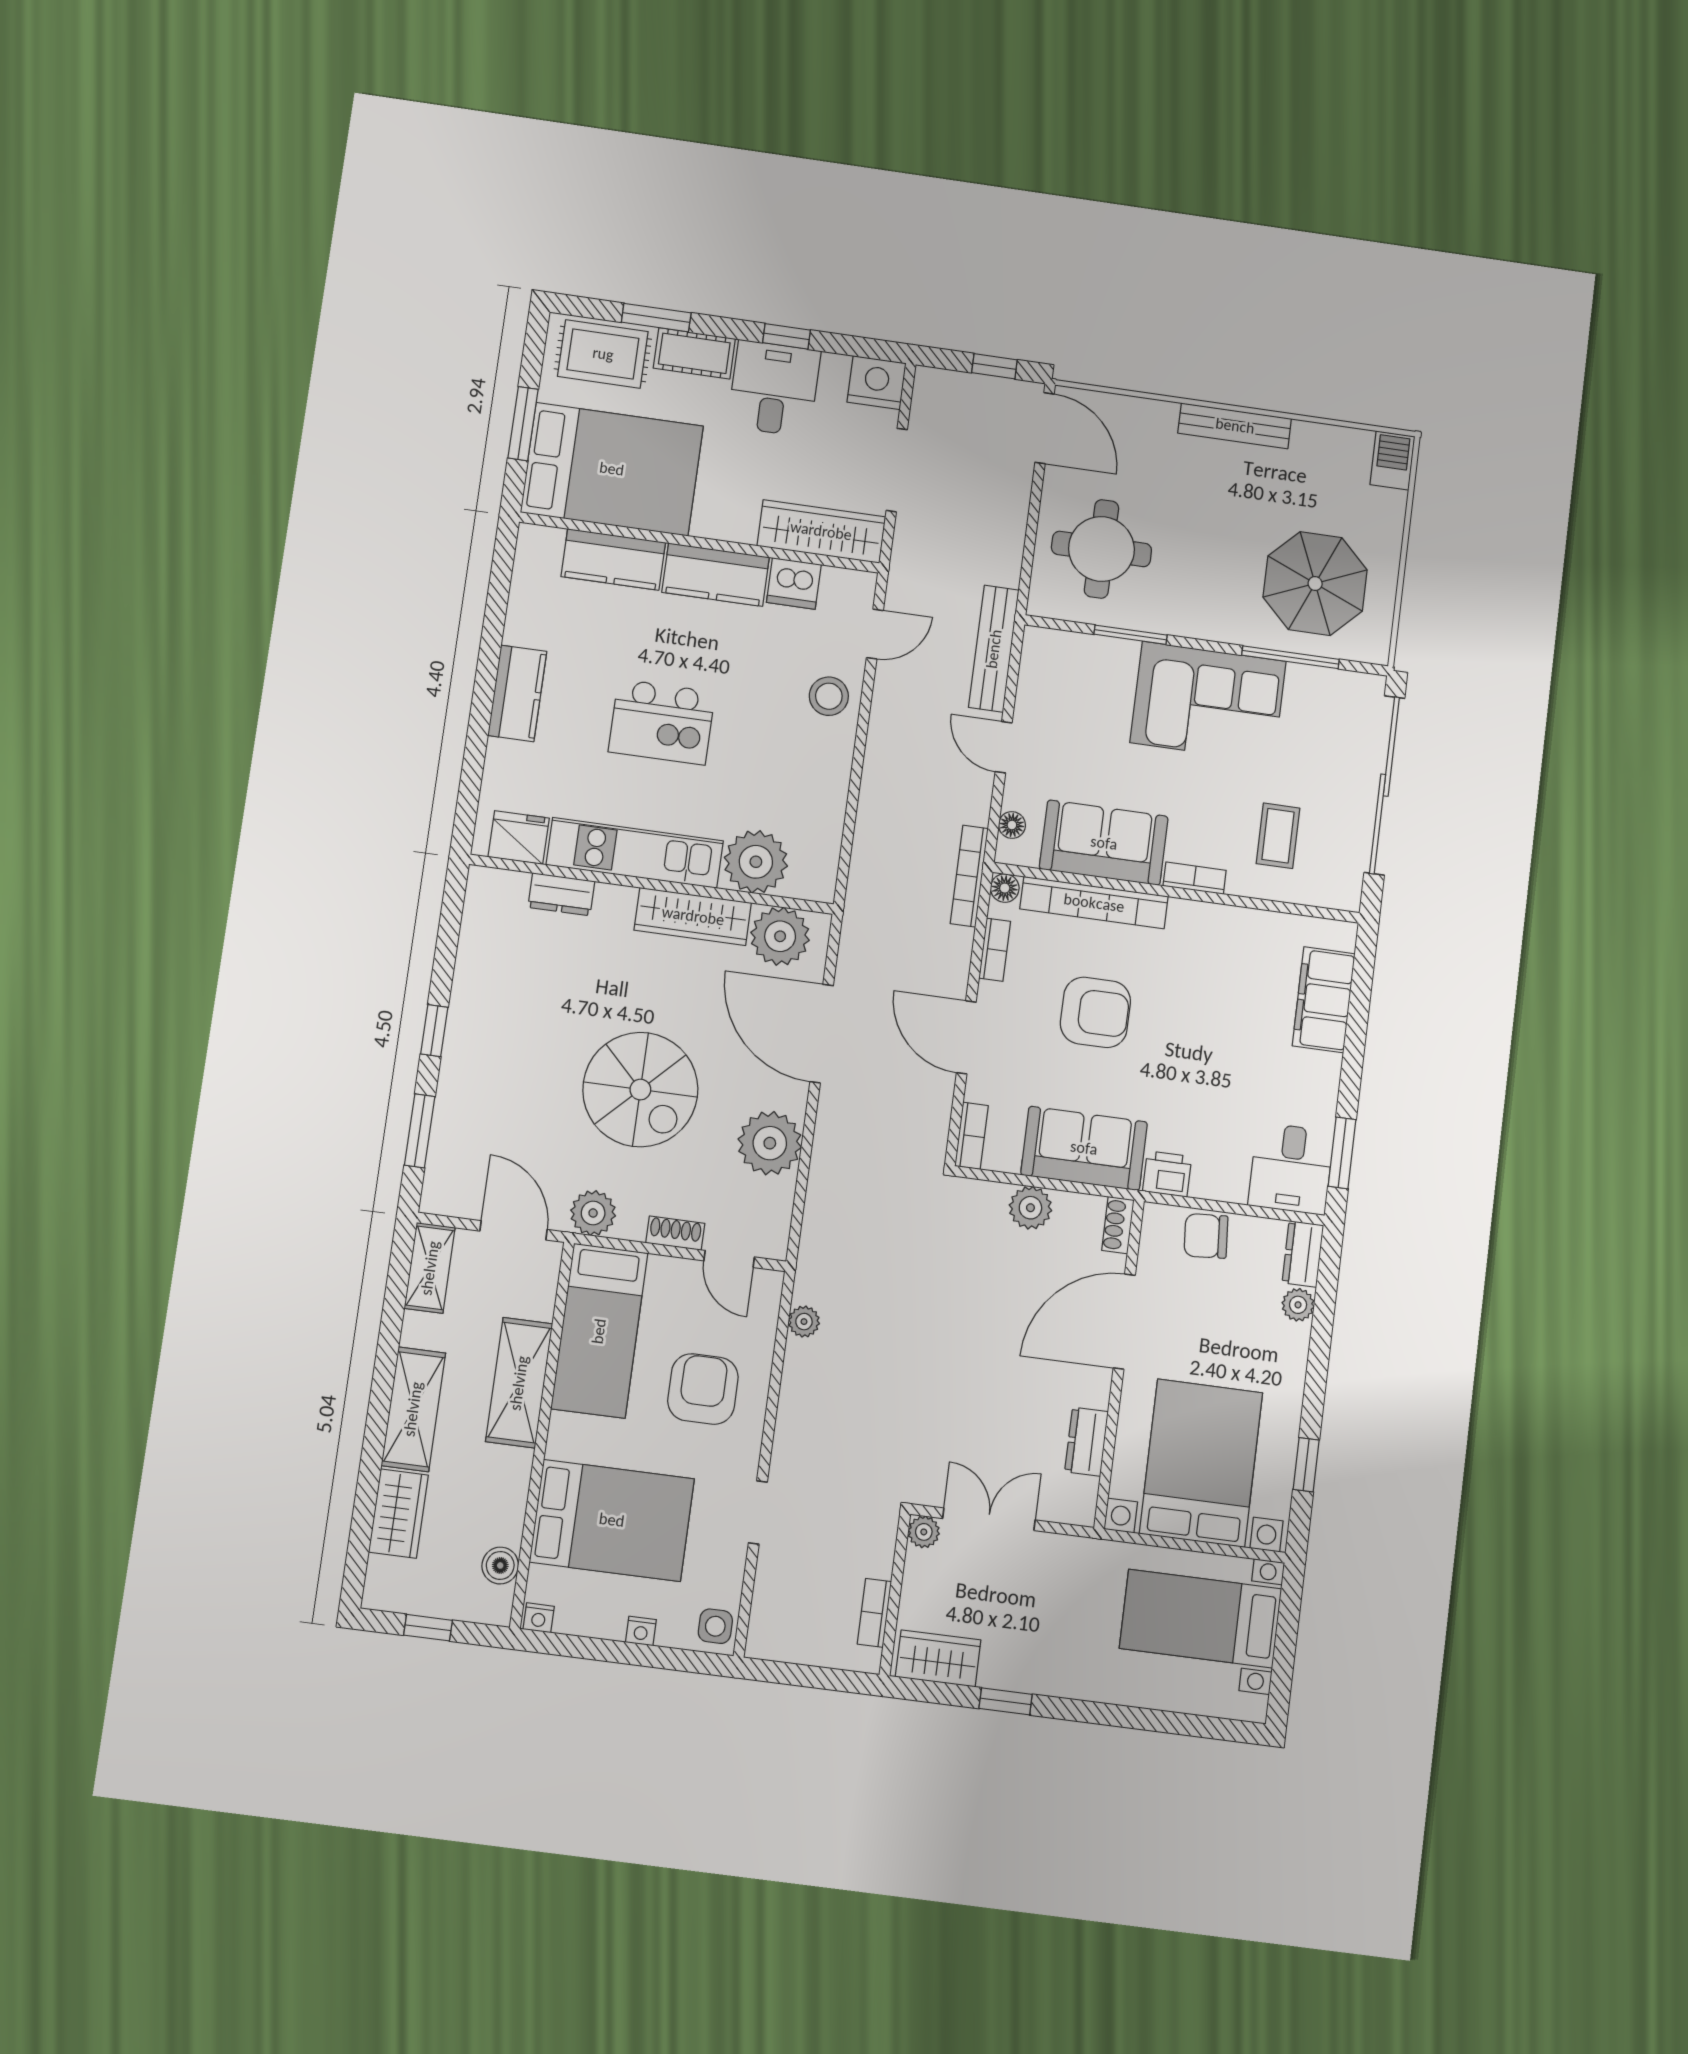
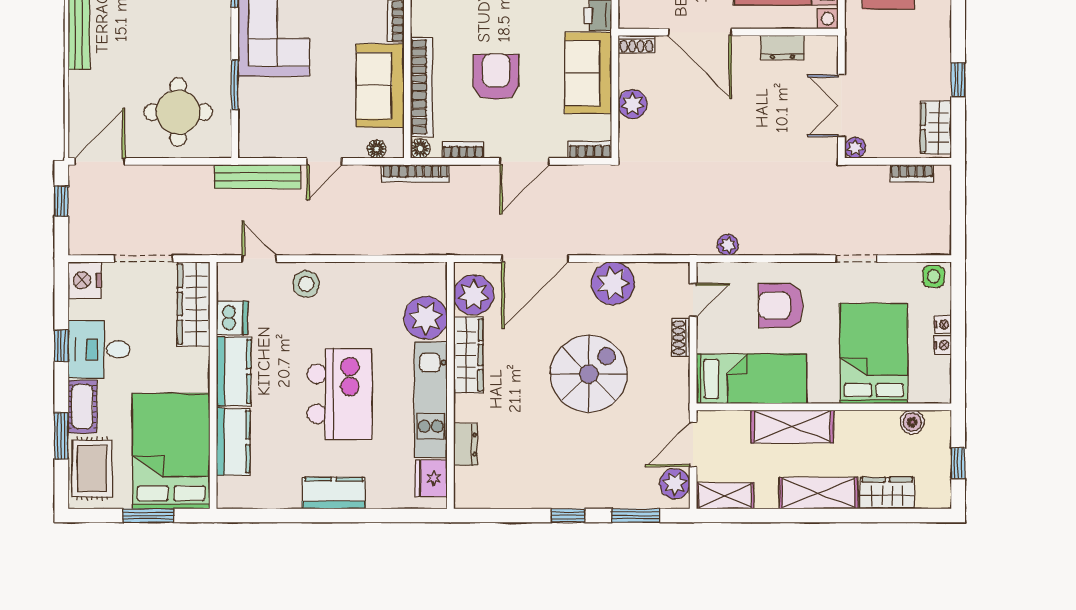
kitchen island: (662, 722) -> (340, 394), width x1.37, depth x1.28
plant: (593, 1213) -> (675, 484), moved
nightstand: (539, 1618) -> (943, 345), moved

